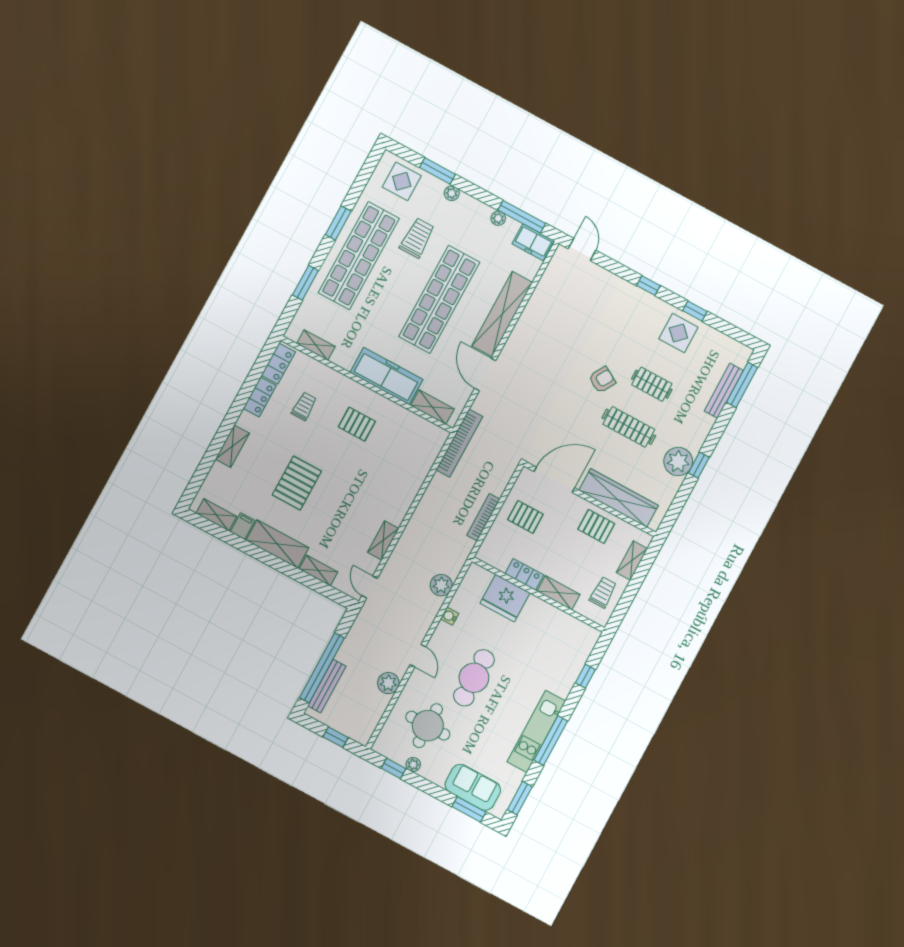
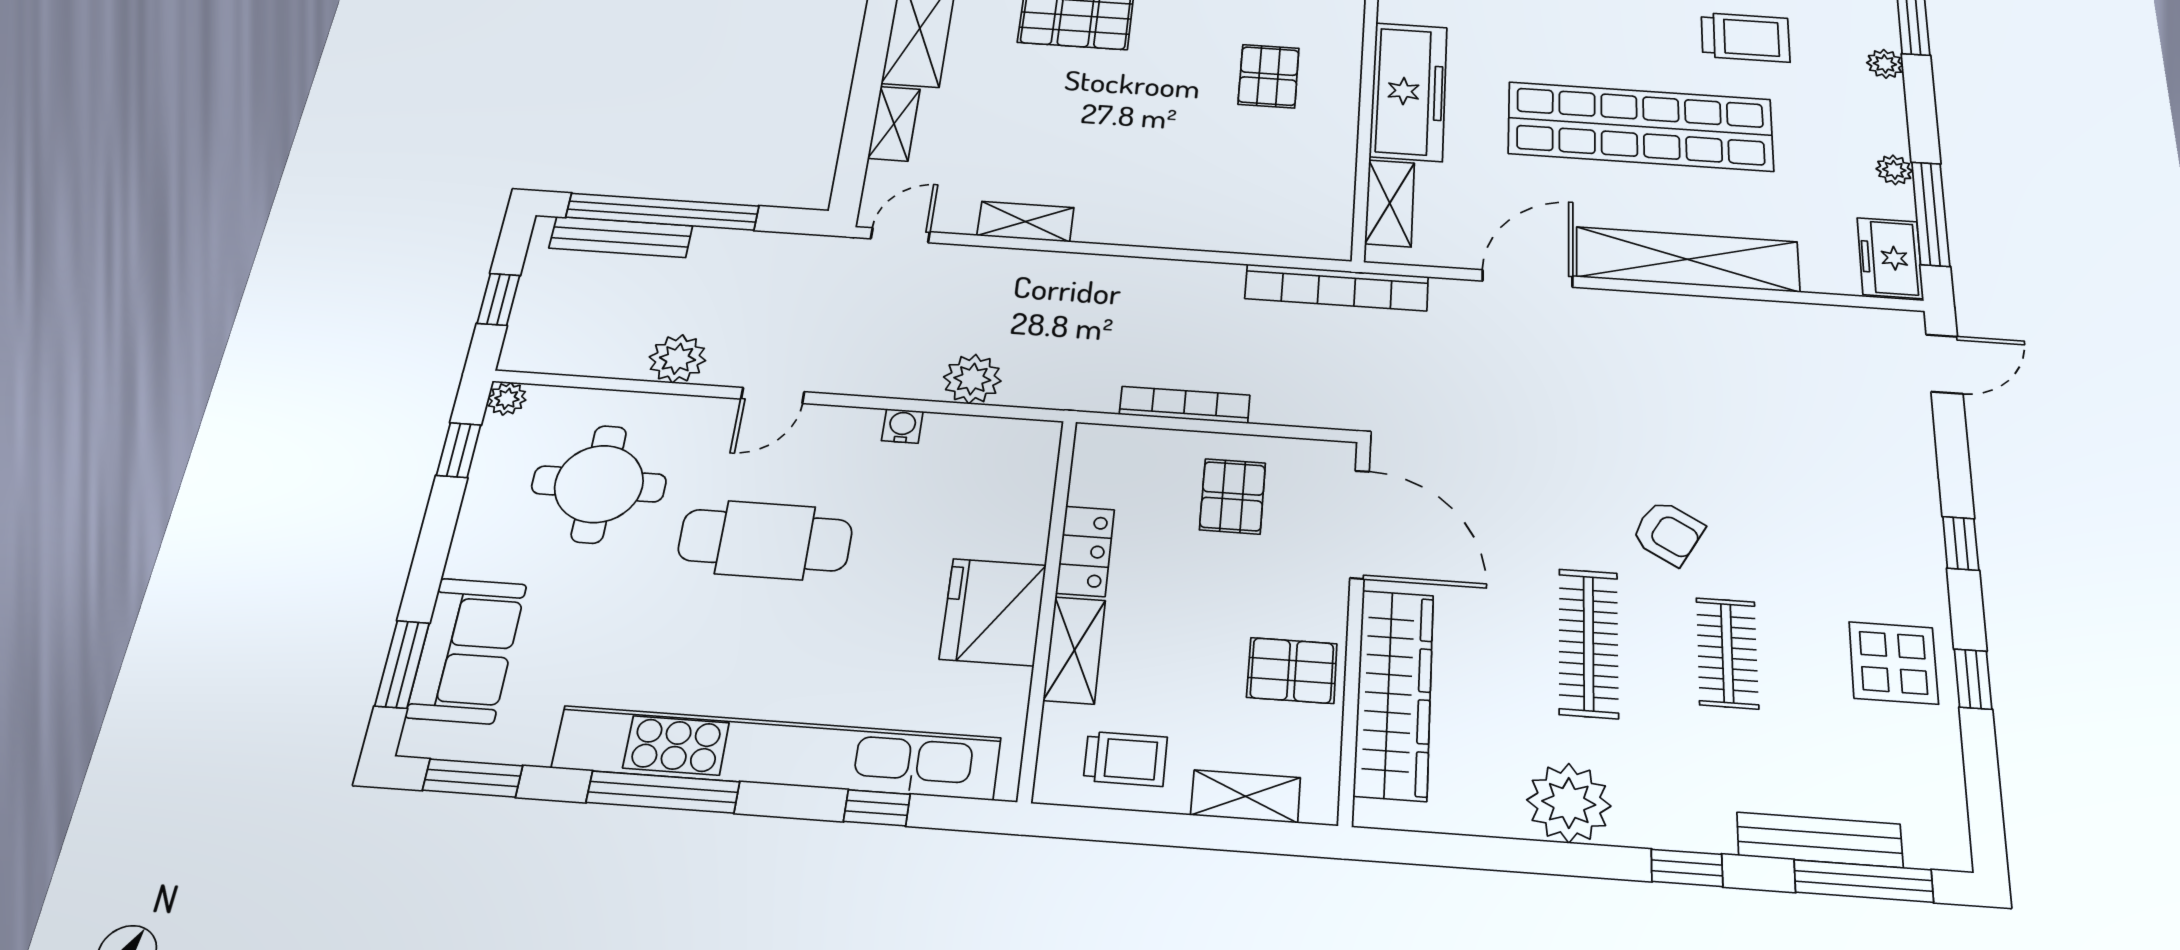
window: (699, 465) -> (1687, 868), moved
pallet: (596, 526) -> (1292, 670), turned 90
fridge: (505, 598) -> (993, 612), moved
kitchen unit: (536, 731) -> (777, 753), width x1.86
plant: (413, 765) -> (507, 399), moved

